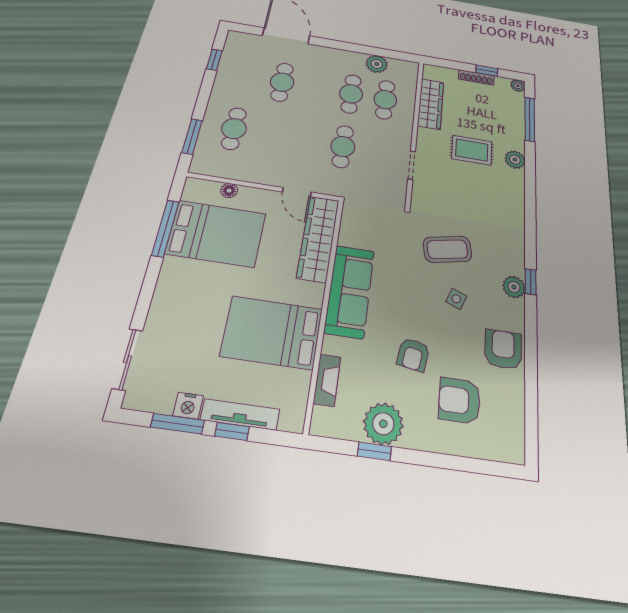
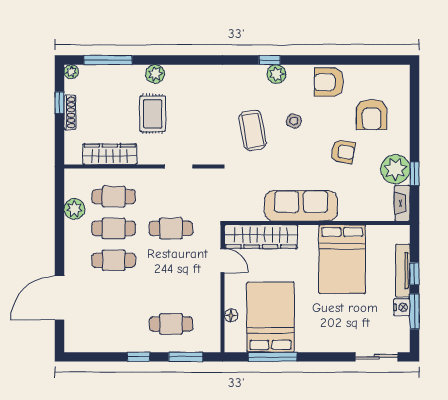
window: (214, 60) -> (139, 357), moved
cafe table: (282, 82) -> (114, 260), moved
door: (297, 192) -> (222, 261), hinge flipped
fireplace: (327, 380) -> (402, 203), moved, turned -90

